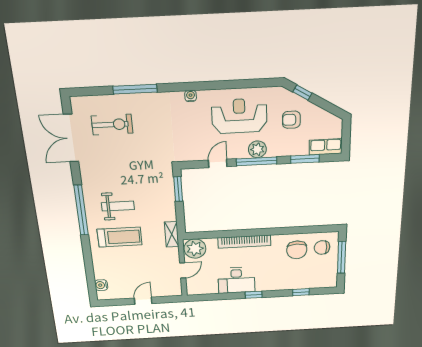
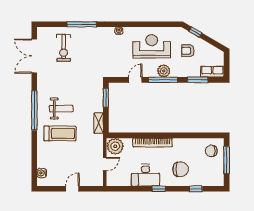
exercise bike: (112, 125) -> (64, 48), turned 90
shelving: (172, 234) -> (99, 123), moved
chair: (297, 250) -> (181, 169), moved, turned -90

